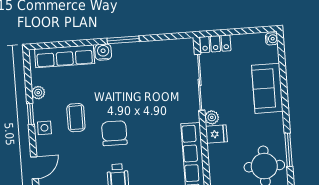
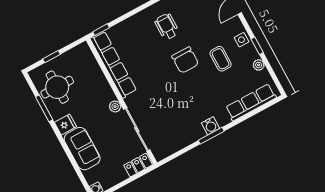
water cooler: (103, 52) -> (210, 126), moved
fridge: (216, 134) -> (65, 124), moved, turned 180

